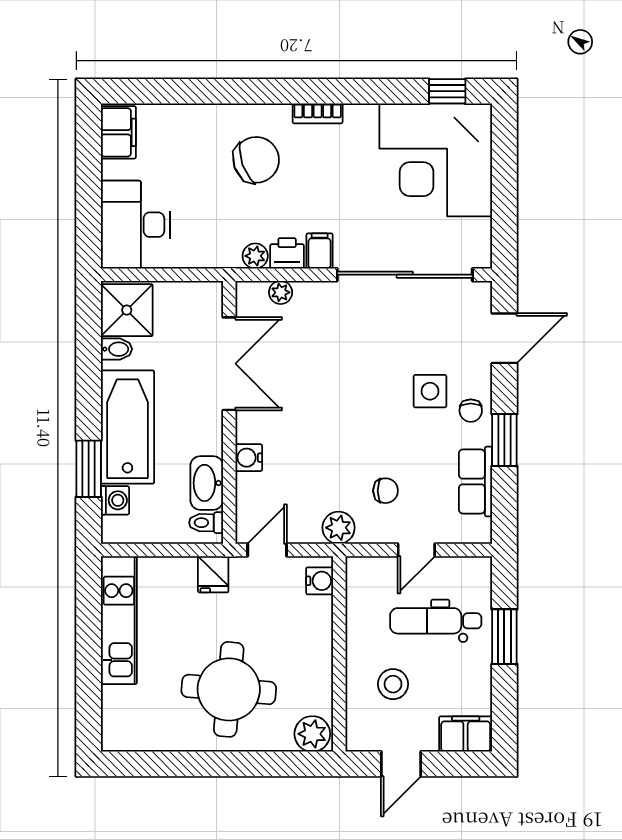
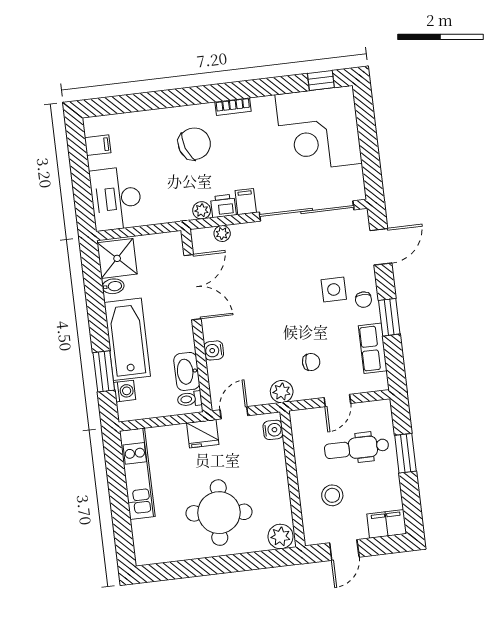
filing cabinet: (118, 132) -> (98, 145), width x0.50
fridge: (213, 574) -> (203, 434), width x1.38

